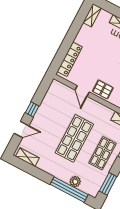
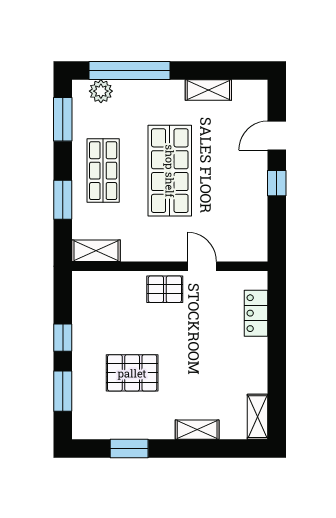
locker: (70, 59) -> (256, 313), width x0.66
shelving: (27, 157) -> (208, 90), moved
plant: (75, 182) -> (101, 91), moved

